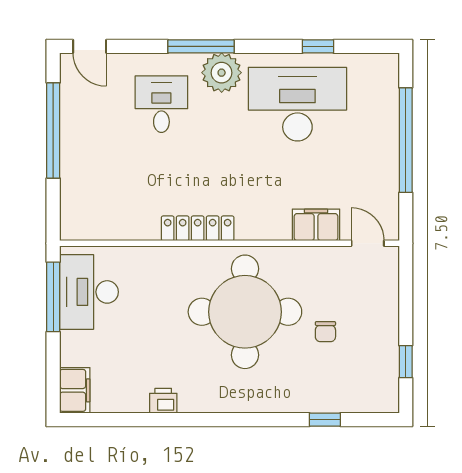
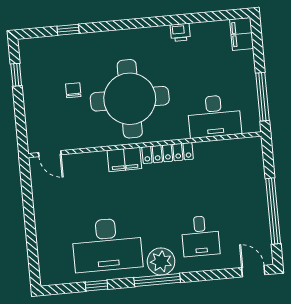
window: (201, 46) -> (157, 280), moved
window: (406, 140) -> (30, 227), removed
filing cabinet: (316, 225) -> (124, 159), moved
desk: (89, 292) -> (214, 116), moved, turned 90

